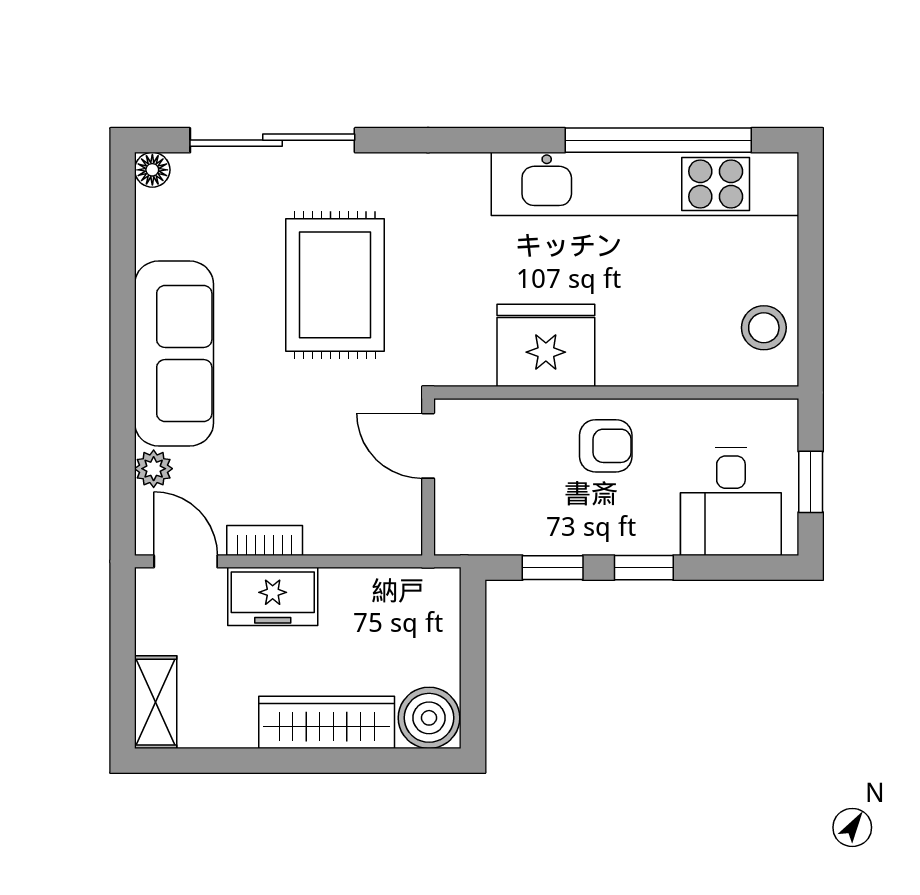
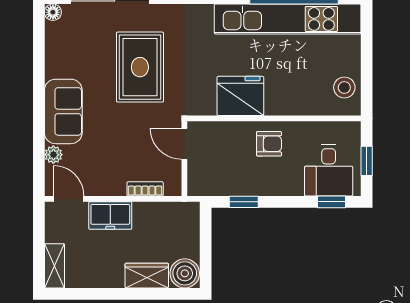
sofa: (174, 354) -> (63, 111), width x0.73
bookcase: (265, 541) -> (145, 189), moved
window: (644, 568) -> (332, 202), moved
wardrobe: (327, 722) -> (147, 276), width x0.67

